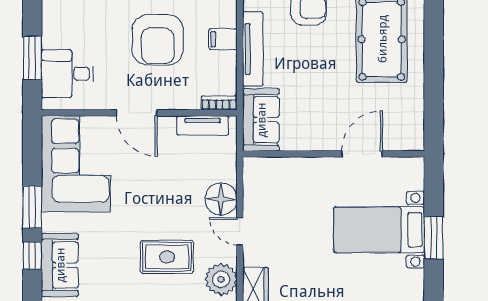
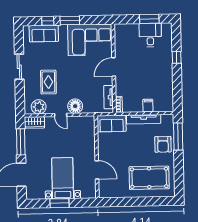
armchair: (158, 40) -> (147, 76), removed
window: (32, 58) -> (149, 19), moved
desk: (68, 74) -> (150, 35), moved
door: (240, 231) -> (61, 115), swing flipped

